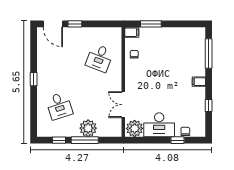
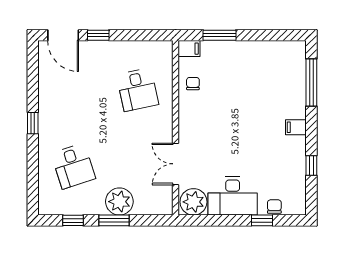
desk: (99, 58) -> (138, 90), turned -33
window: (85, 140) -> (114, 220), width x0.69

